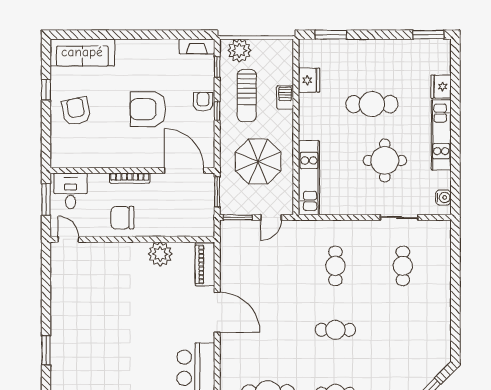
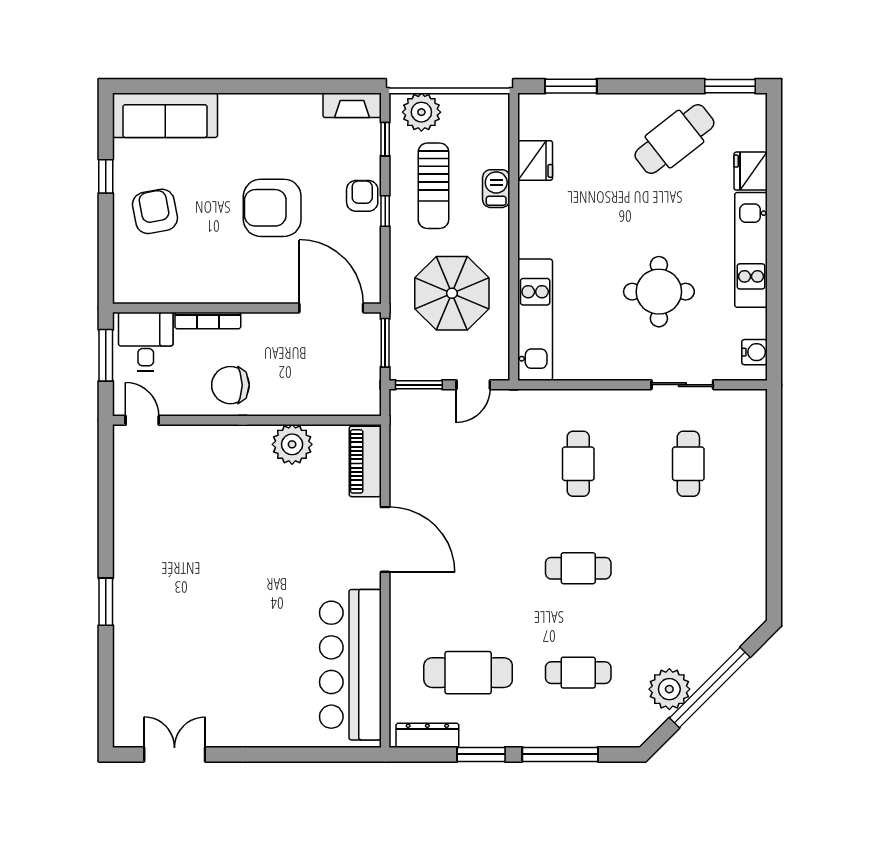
cafe table: (372, 104) -> (674, 139), moved, turned -38
bookcase: (130, 178) -> (208, 320), moved

